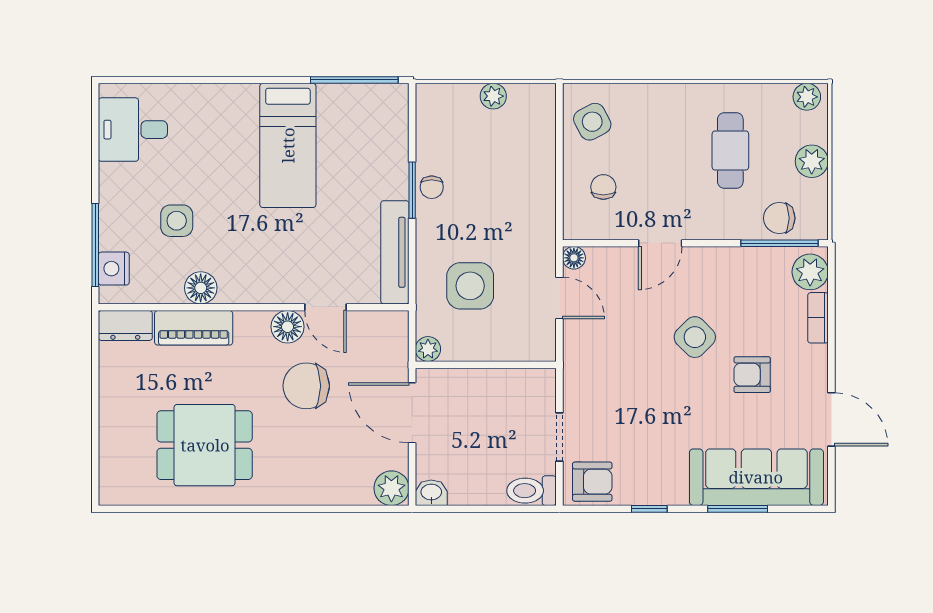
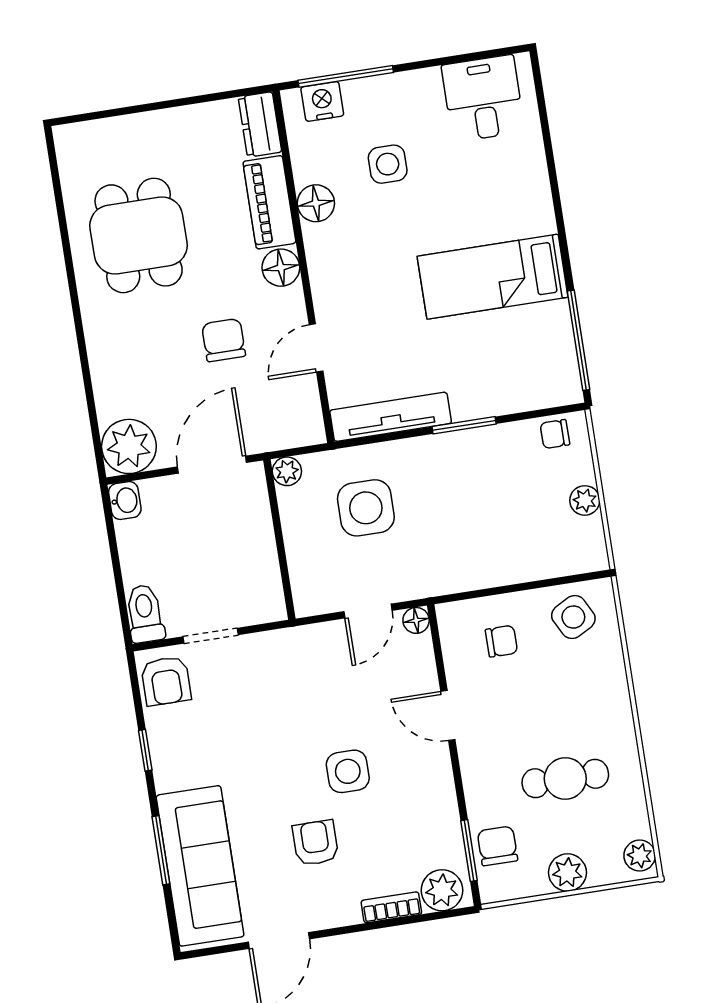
chair: (432, 187) -> (555, 434), moved
window: (780, 243) -> (469, 851), width x0.69
floor lamp: (288, 327) -> (281, 268), moved
side table: (695, 337) -> (348, 771), turned 45
chair: (306, 386) -> (224, 340), width x0.73, depth x0.73
plant: (391, 488) -> (129, 446), width x1.36, depth x1.36

